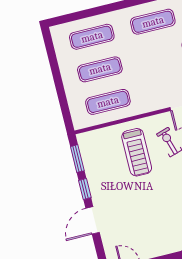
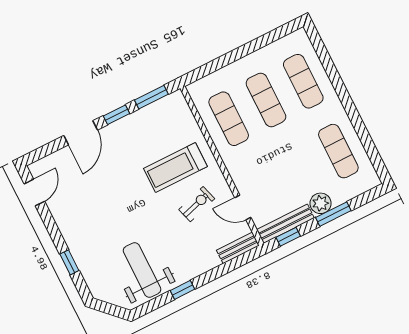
door: (93, 220) -> (81, 133), swing flipped

